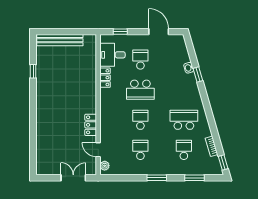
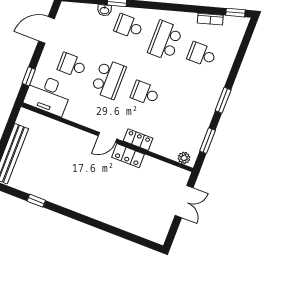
desk: (112, 55) -> (48, 95), width x1.37
locker: (105, 78) -> (138, 140), moved
door: (98, 150) -> (107, 137), moved
school desk: (140, 150) -> (129, 26), moved
double door: (73, 178) -> (184, 202), swing flipped
window: (195, 178) -> (208, 141), moved

